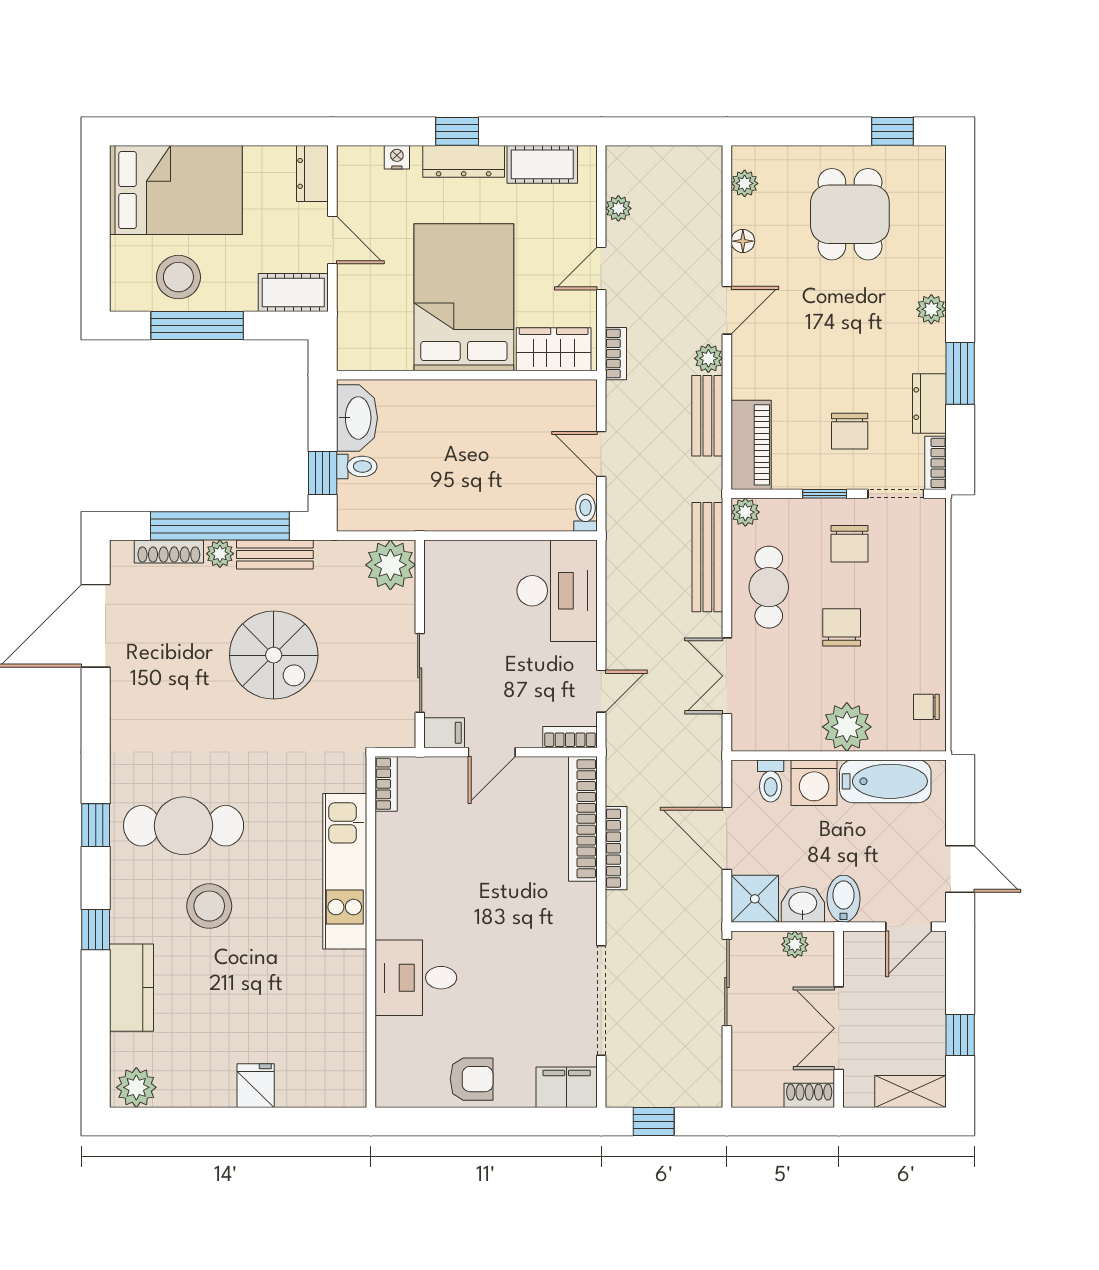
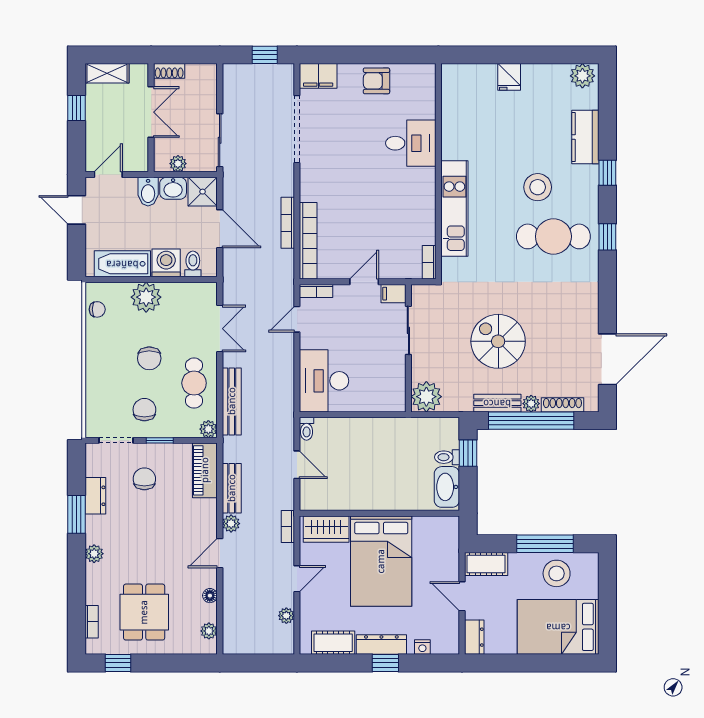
bookcase: (935, 463) -> (92, 622), moved

